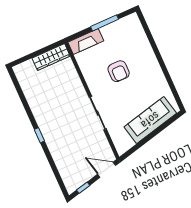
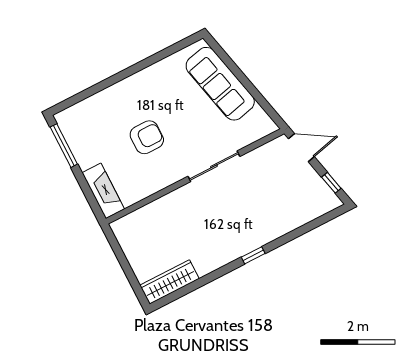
window: (105, 23) -> (64, 146), moved
wardrobe: (51, 57) -> (169, 282), moved, turned -90
door: (107, 170) -> (301, 148), swing flipped

